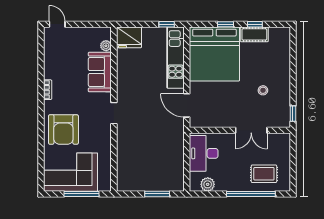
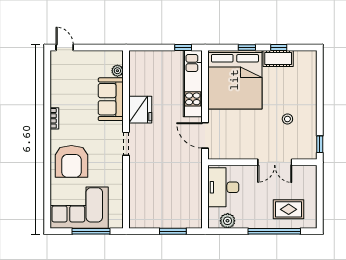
fridge: (129, 37) -> (140, 110), moved, turned -90

